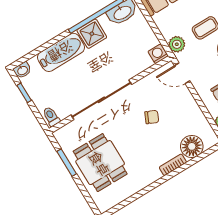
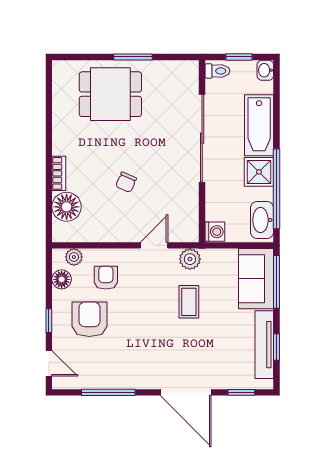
washing machine: (158, 54) -> (215, 232), moved
wall: (110, 94) -> (202, 151), moved
sliding door: (101, 100) -> (202, 138), moved
toilet: (51, 116) -> (217, 71), moved

